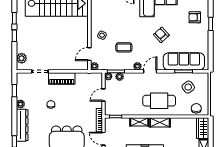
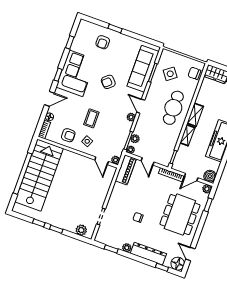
armchair: (101, 17) -> (68, 135), added
coffee table: (124, 47) -> (91, 118), moved
piano: (62, 78) -> (126, 170), moved

